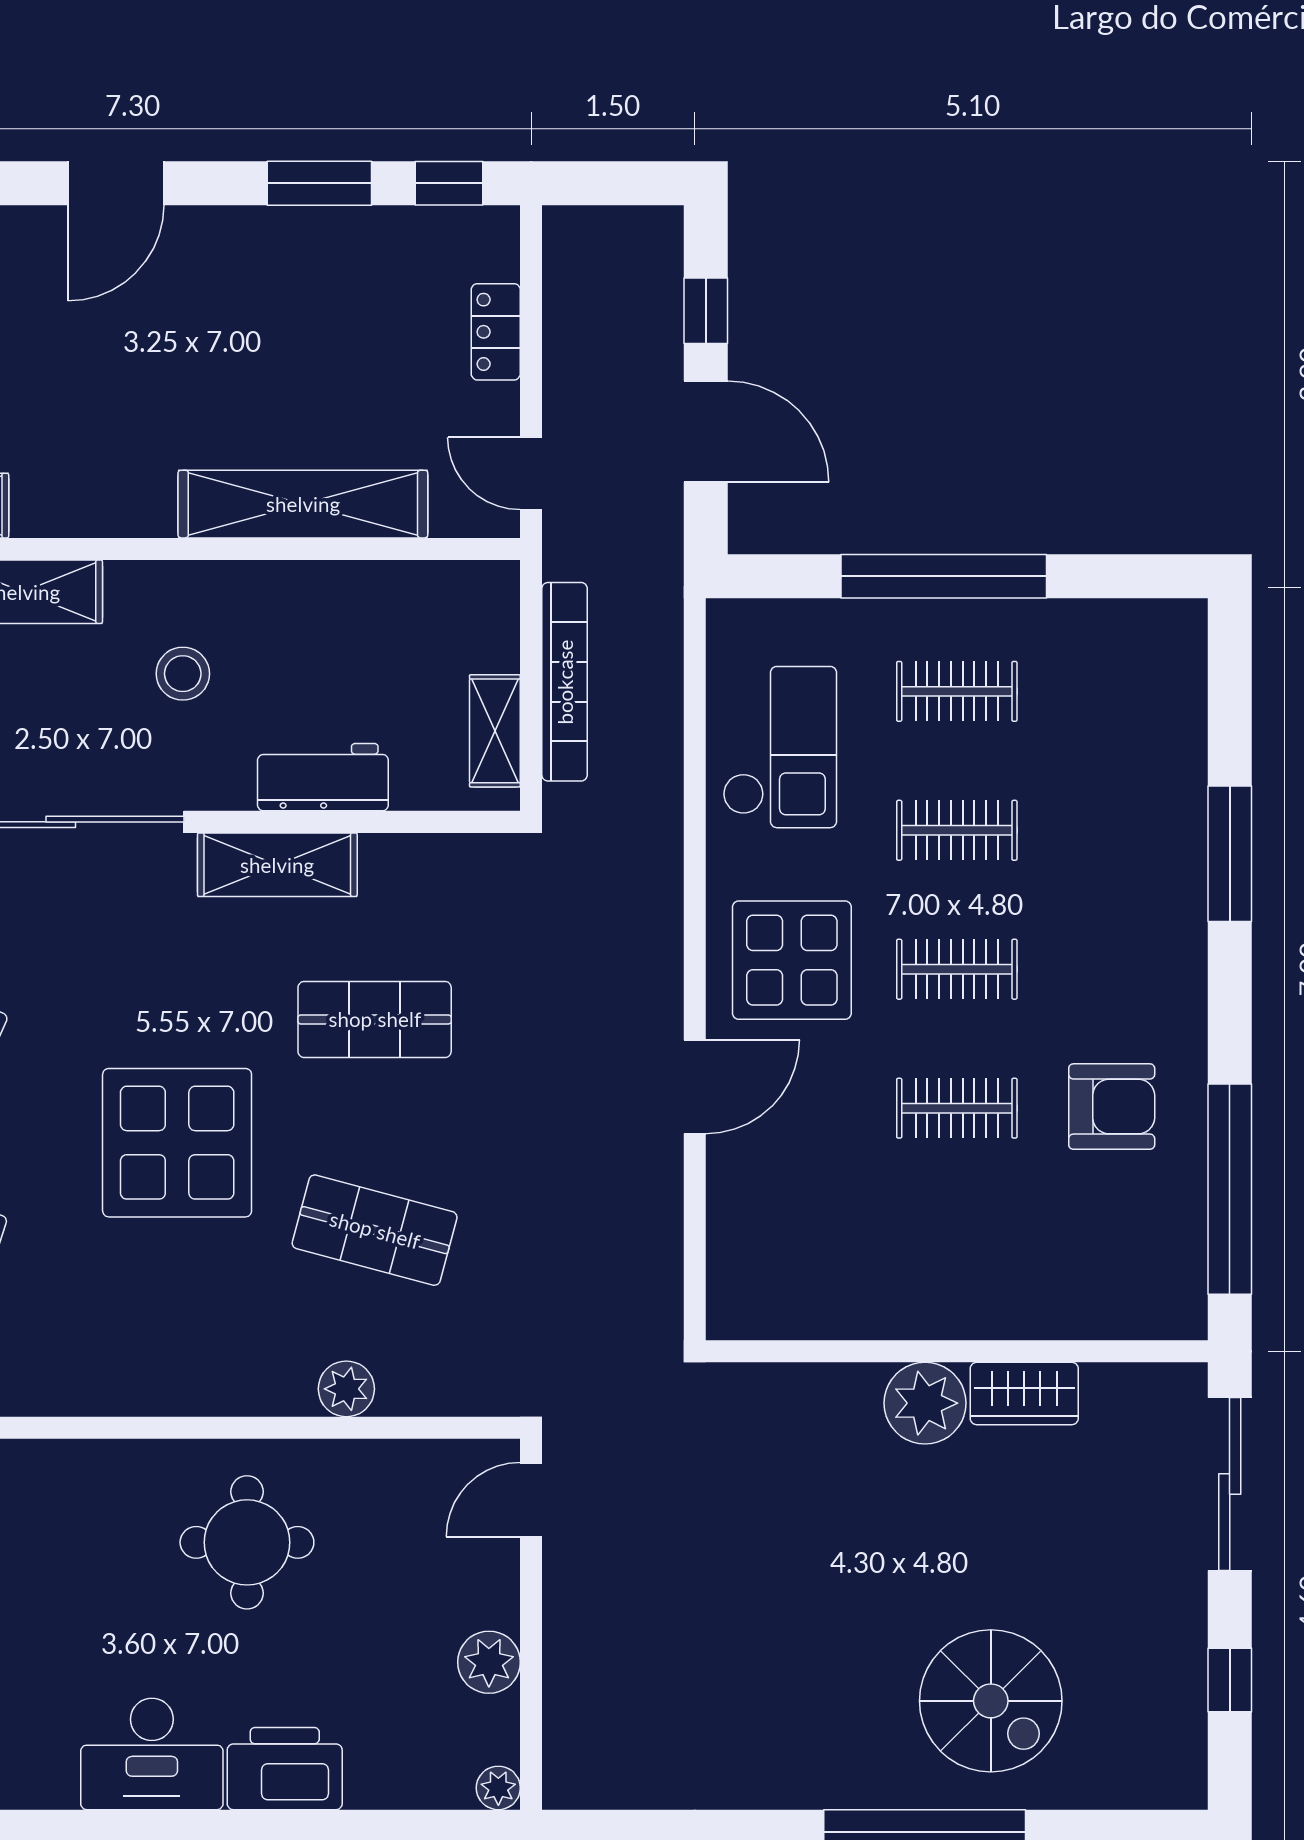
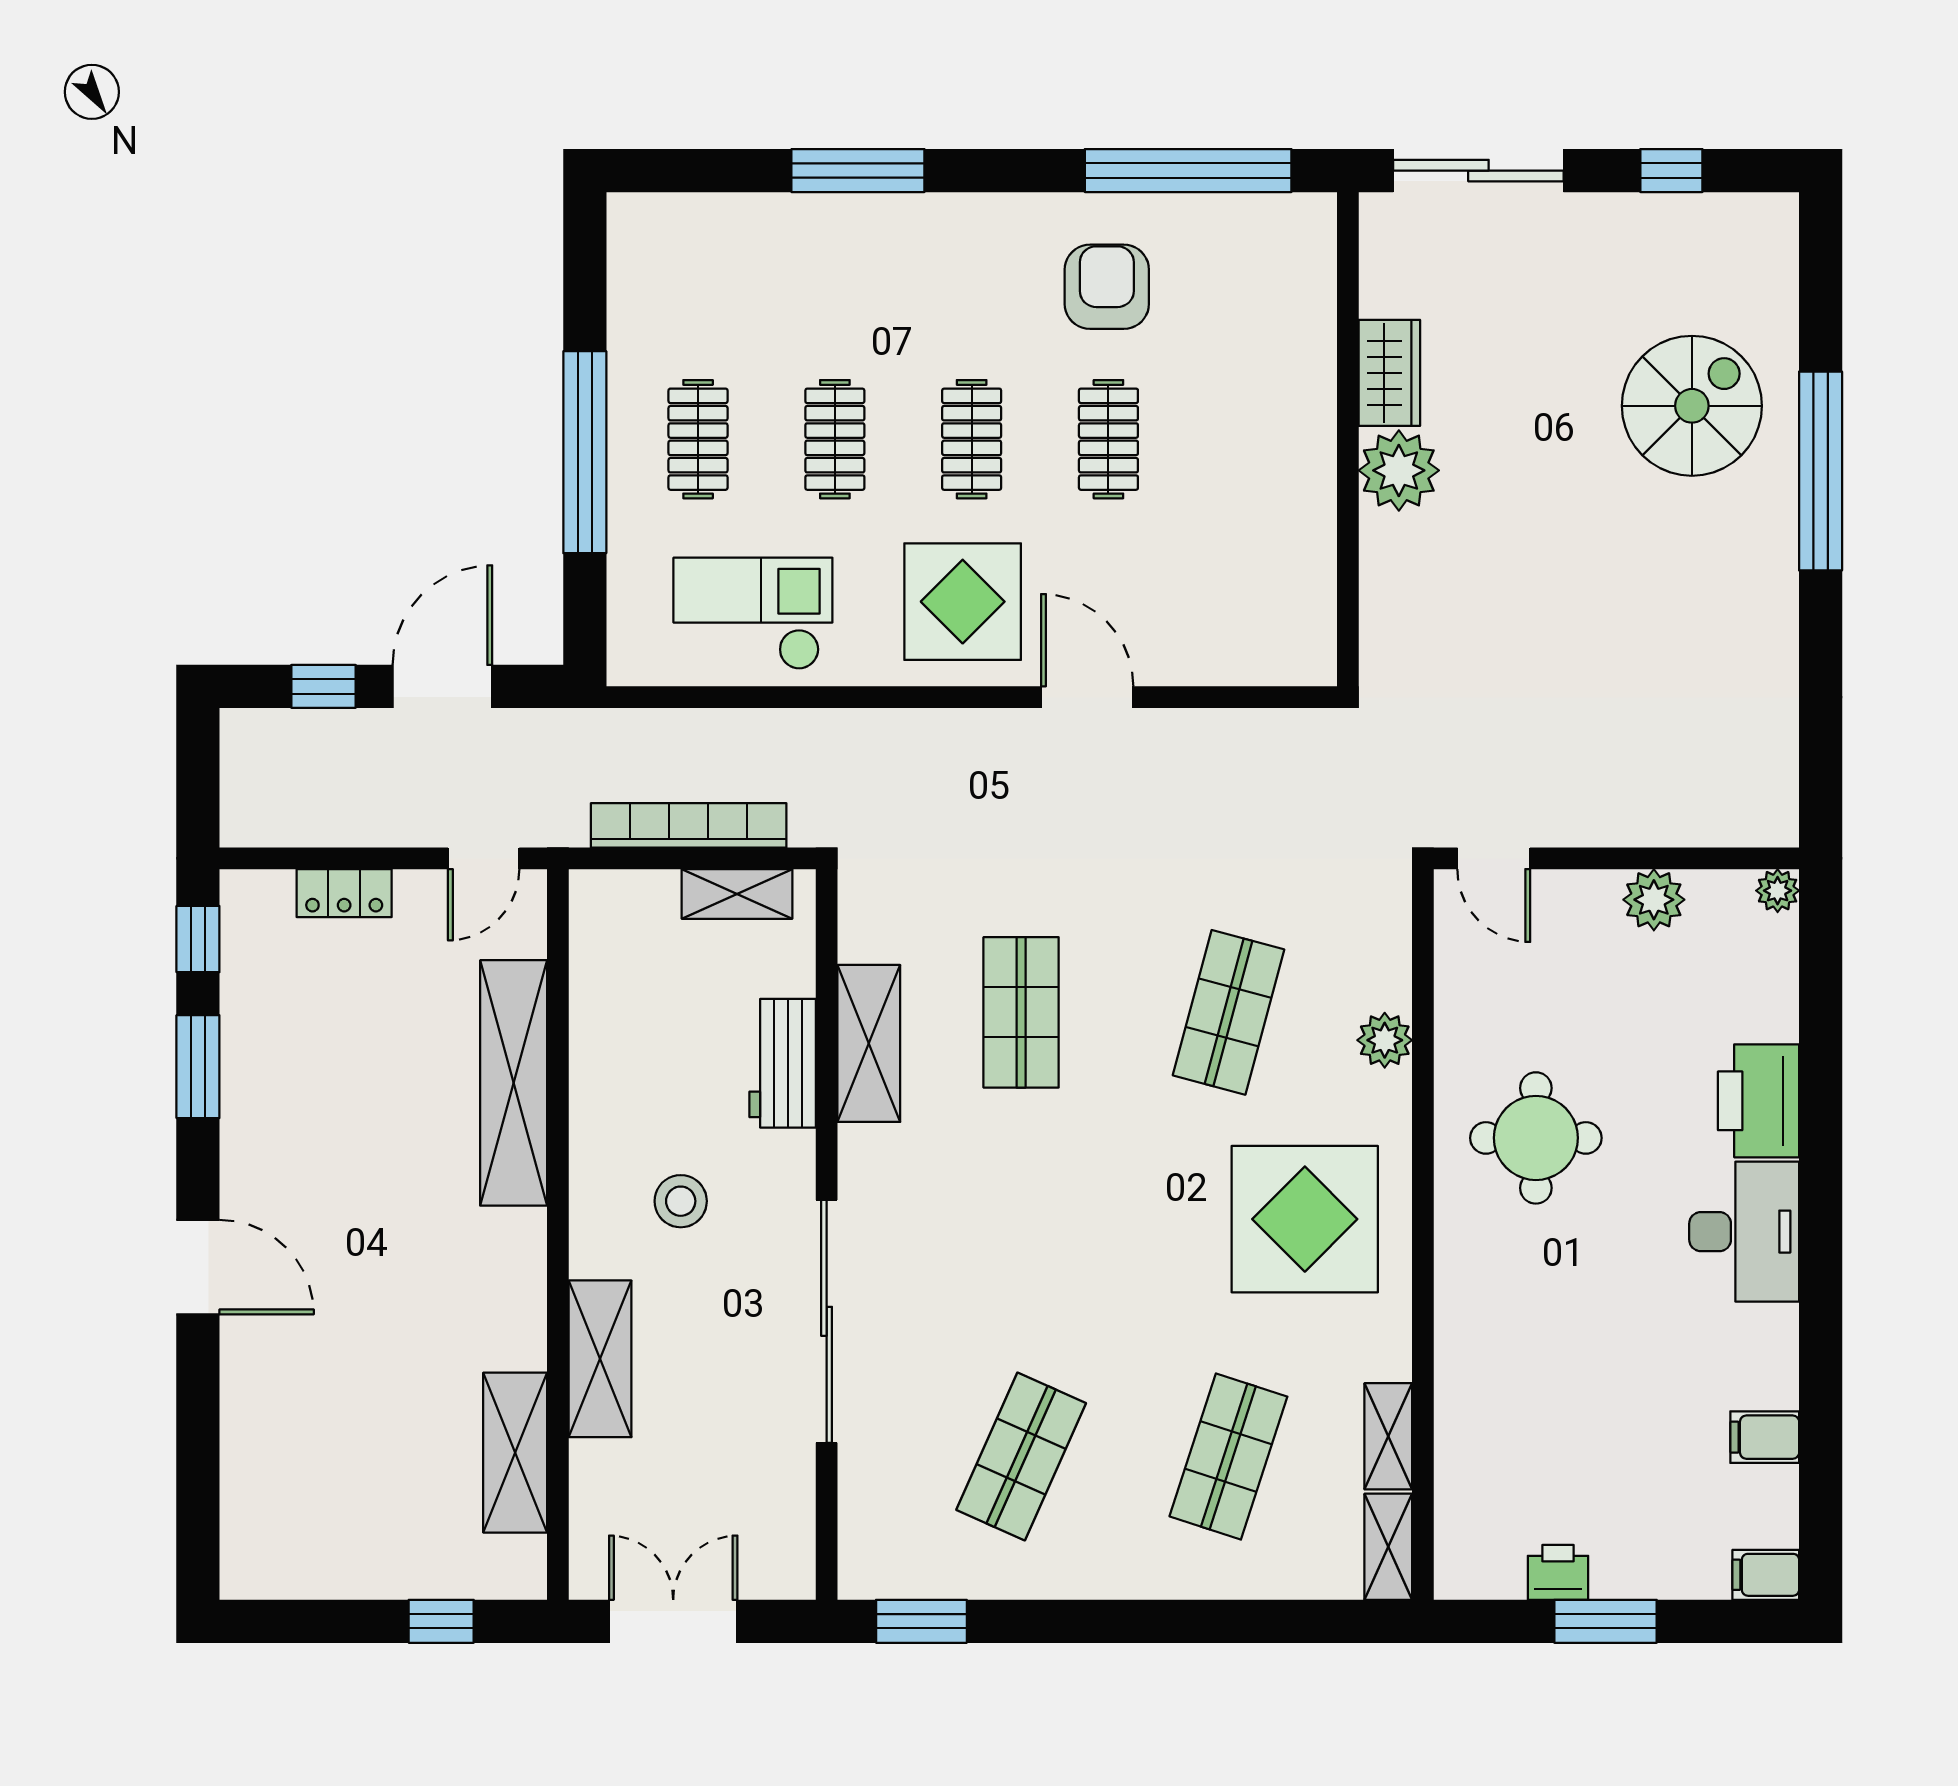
shelving: (277, 865) -> (869, 1043), moved
display table: (177, 1143) -> (1305, 1219), moved

